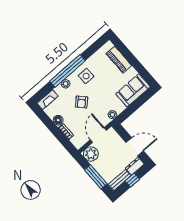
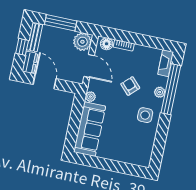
piano: (119, 60) -> (125, 156), removed
window: (68, 71) -> (171, 89), moved
sofa: (133, 90) -> (90, 129), width x1.36
floor lamp: (58, 120) -> (107, 44), moved
door: (135, 147) -> (45, 81), swing flipped

